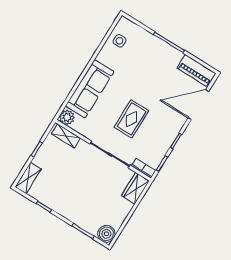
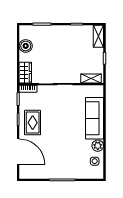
piano: (197, 71) -> (33, 173), removed
door: (198, 105) -> (18, 152), hinge flipped
plant: (67, 117) -> (98, 146), moved
rug: (131, 119) -> (33, 123), moved
boiler: (106, 234) -> (26, 46), moved

